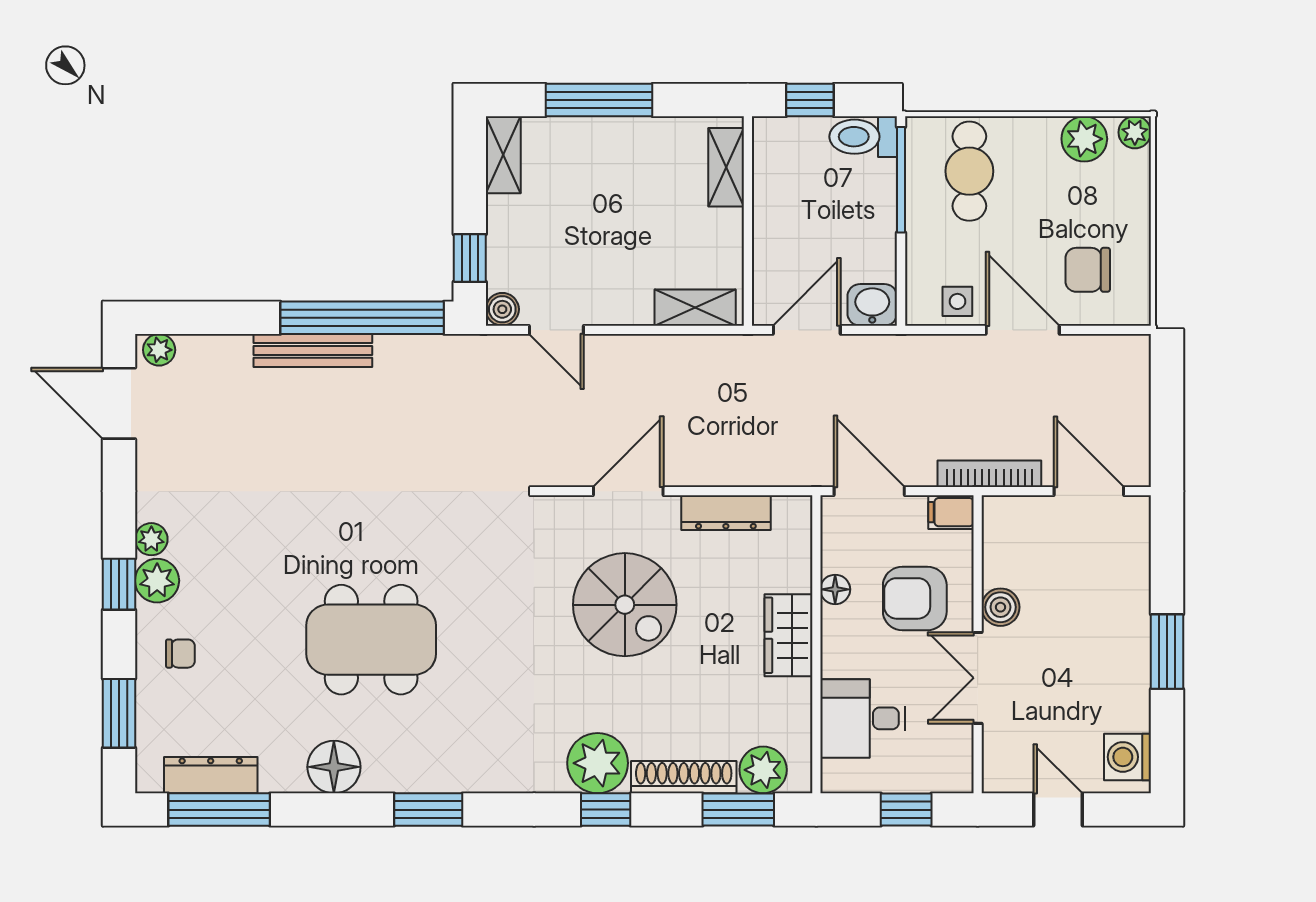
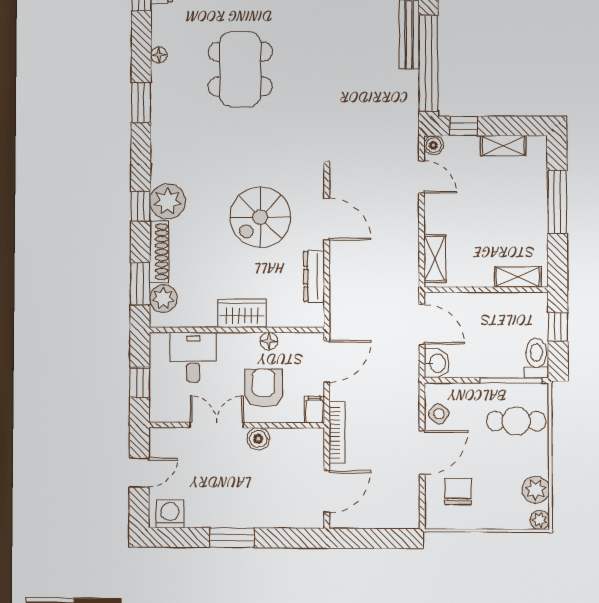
shelving: (503, 155) -> (503, 146), moved
side table: (957, 301) -> (439, 414), turned 38
door: (556, 330) -> (422, 177), swing flipped
floor lamp: (334, 767) -> (159, 55), width x0.53, depth x0.53

